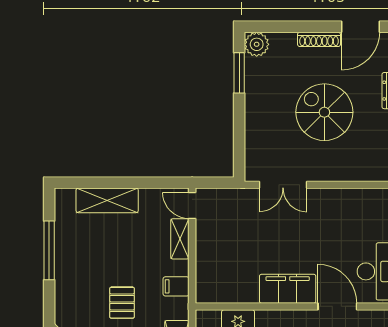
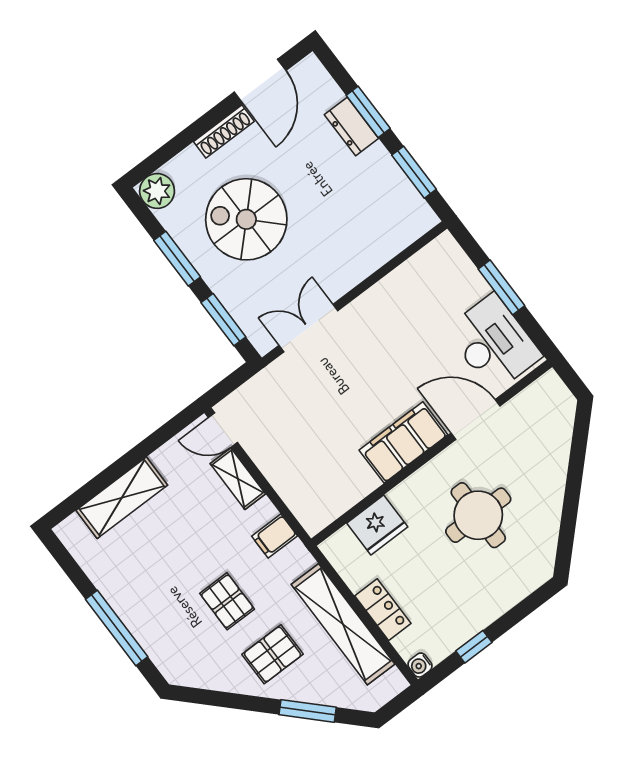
window: (239, 73) -> (177, 259), moved
spiral stairs: (324, 112) -> (246, 219), moved
window: (239, 144) -> (223, 320), added
double door: (283, 185) -> (308, 328), swing flipped
window: (49, 250) -> (117, 628), moved

